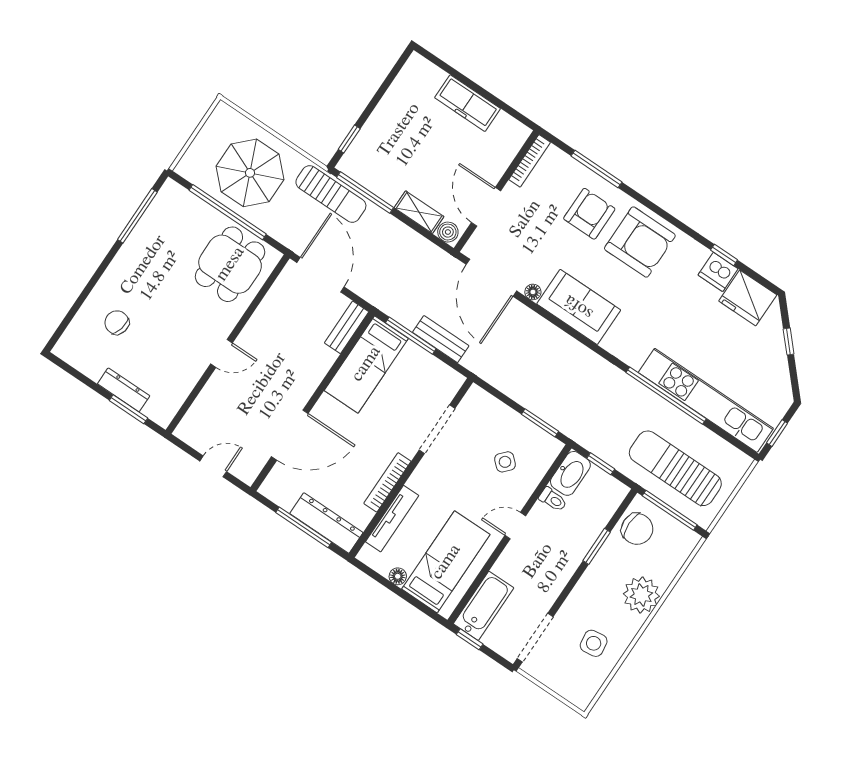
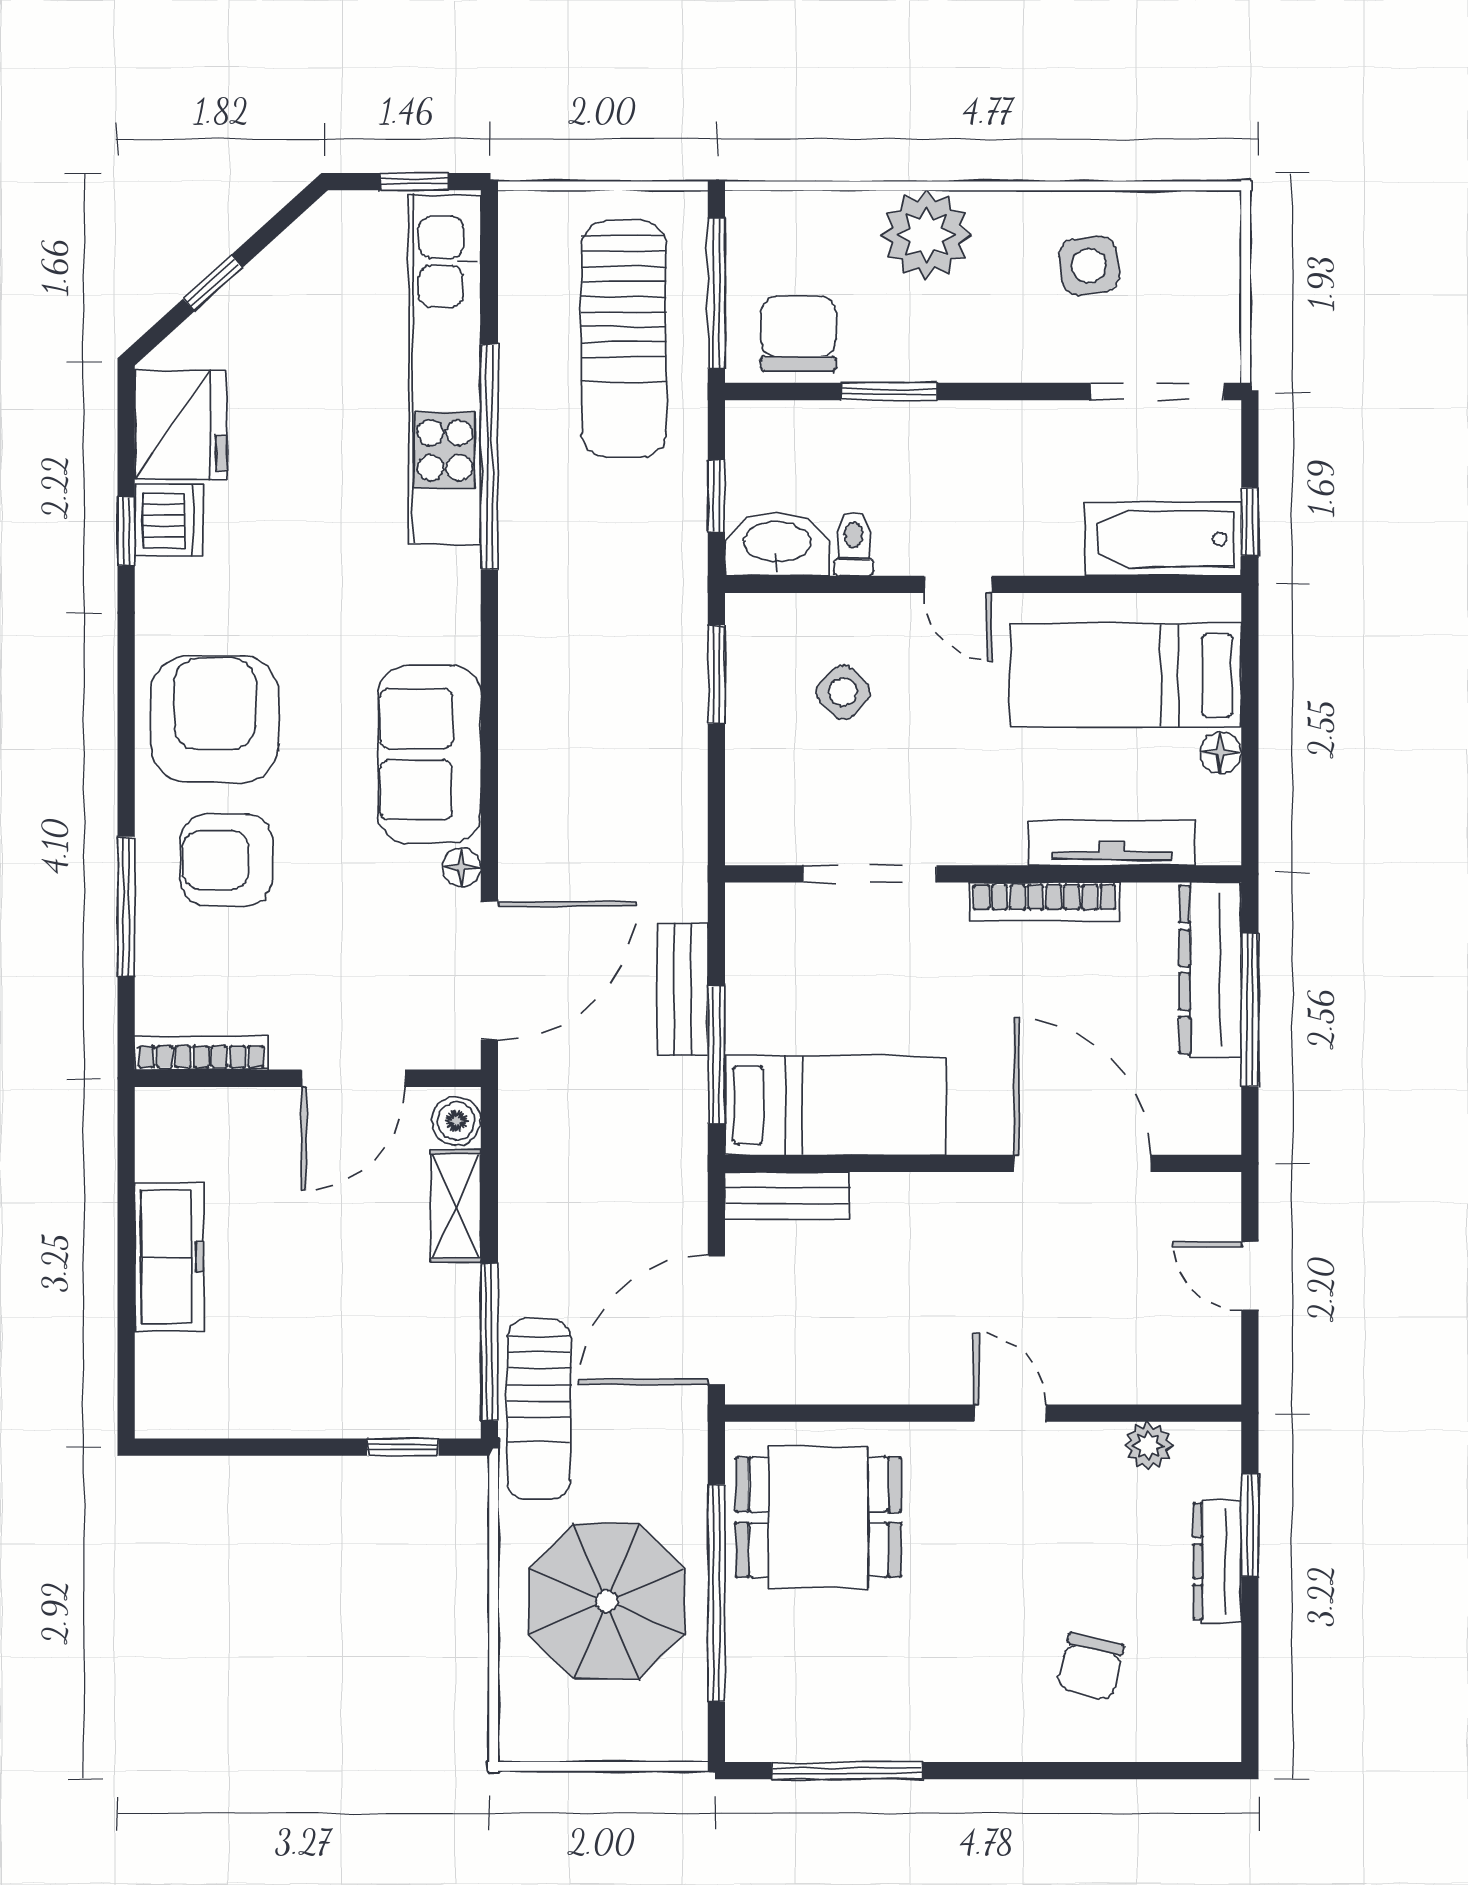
sun lounger: (331, 194) -> (539, 1409), turned 180
plant: (179, 393) -> (1148, 1446), added

